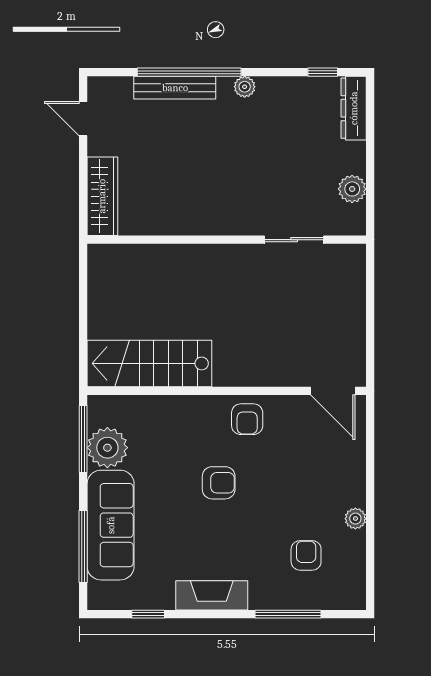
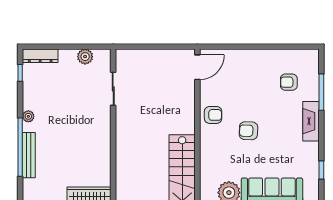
armchair: (219, 483) -> (248, 131), turned -88
plant: (355, 519) -> (268, 55), removed
fireplace: (212, 595) -> (311, 121), moved

